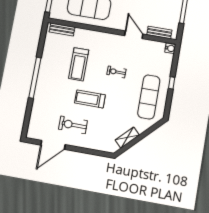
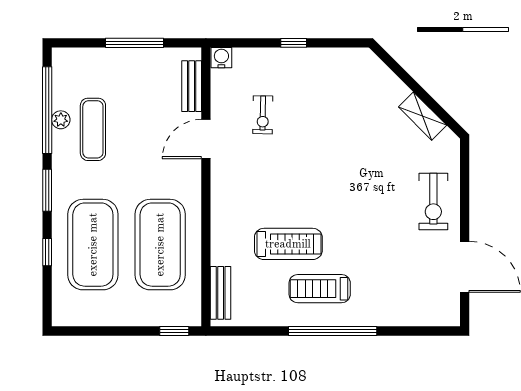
exercise bike: (116, 72) -> (263, 115), moved
exercise mat: (149, 97) -> (331, 85), removed
treadmill: (90, 99) -> (320, 289), moved, turned 90
exercise bike: (73, 125) -> (433, 201), moved

